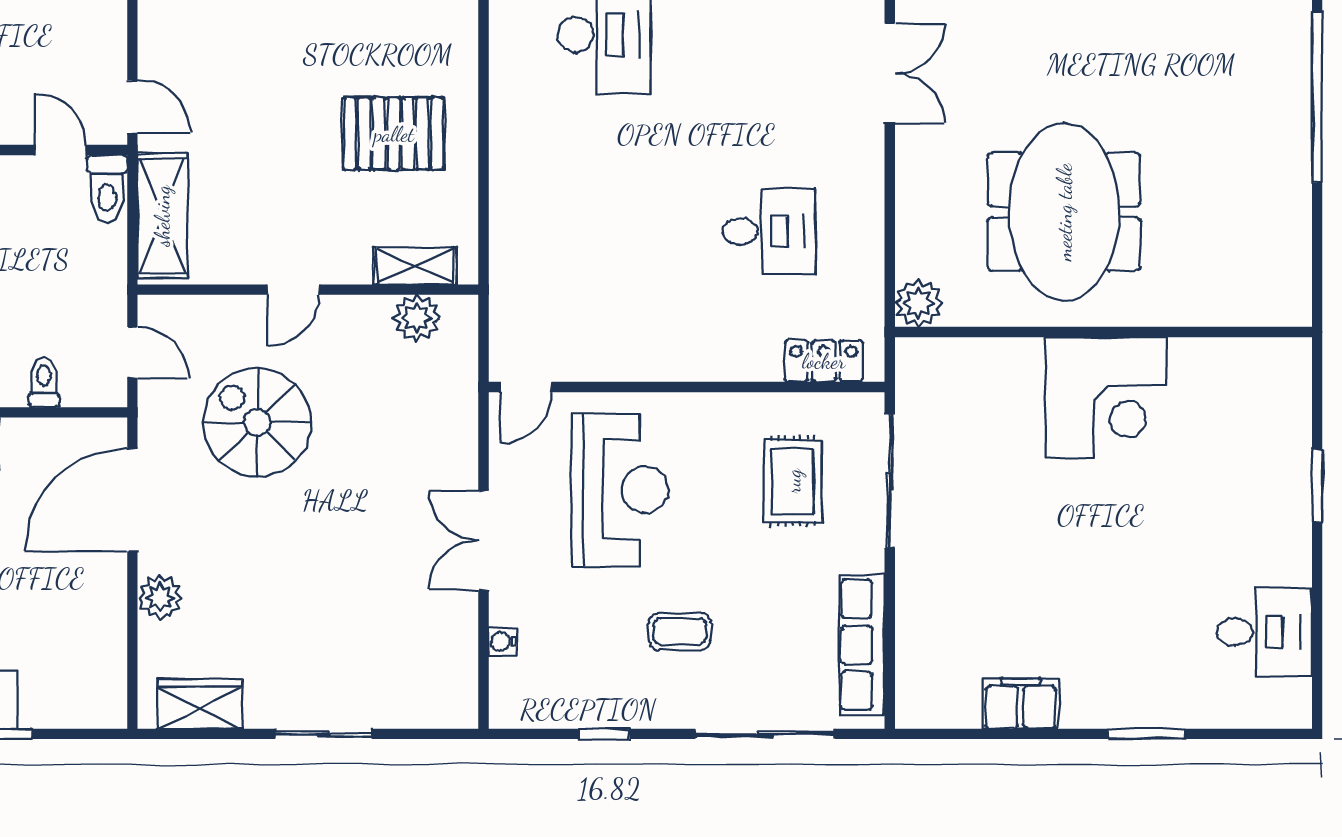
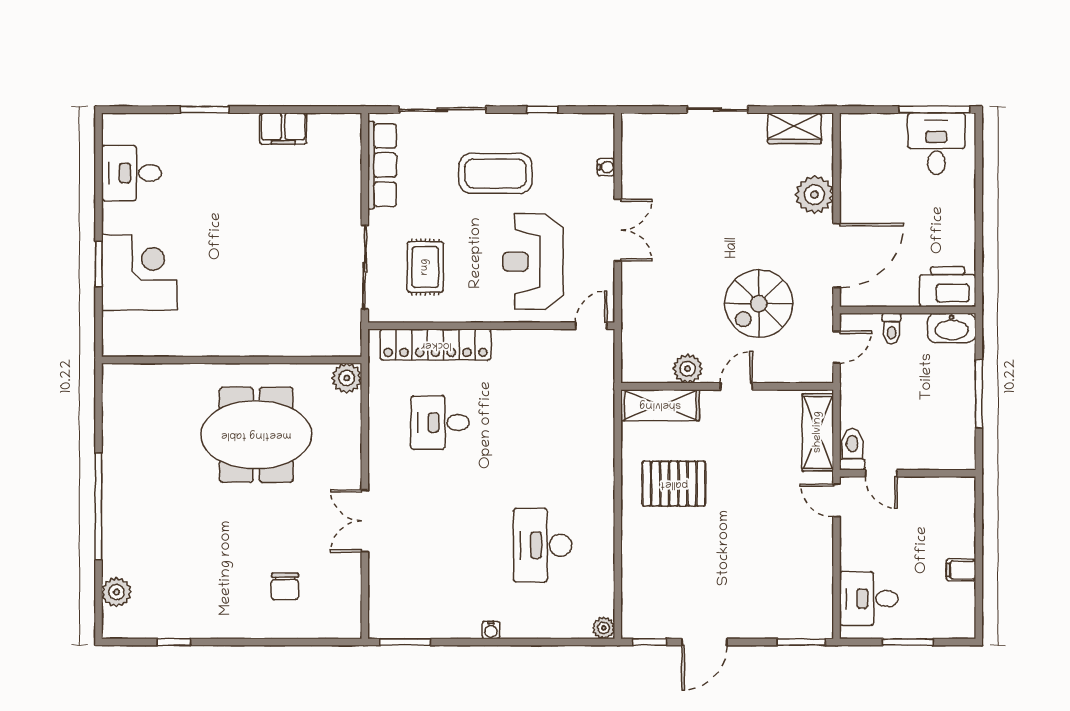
meeting table: (1064, 212) -> (256, 435), turned 90
shelving: (415, 266) -> (660, 405), width x1.50, depth x1.33
plant: (417, 318) -> (688, 369), moved
door: (132, 353) -> (837, 347), swing flipped
locker: (824, 361) -> (436, 345), width x2.16, depth x1.21
corner desk: (1106, 398) -> (139, 272), moved, turned 90
spiral stairs: (257, 423) -> (759, 304), turned 90
plant: (160, 597) -> (814, 195), width x1.36, depth x1.36
coffee table: (680, 632) -> (495, 173), width x1.86, depth x1.72

